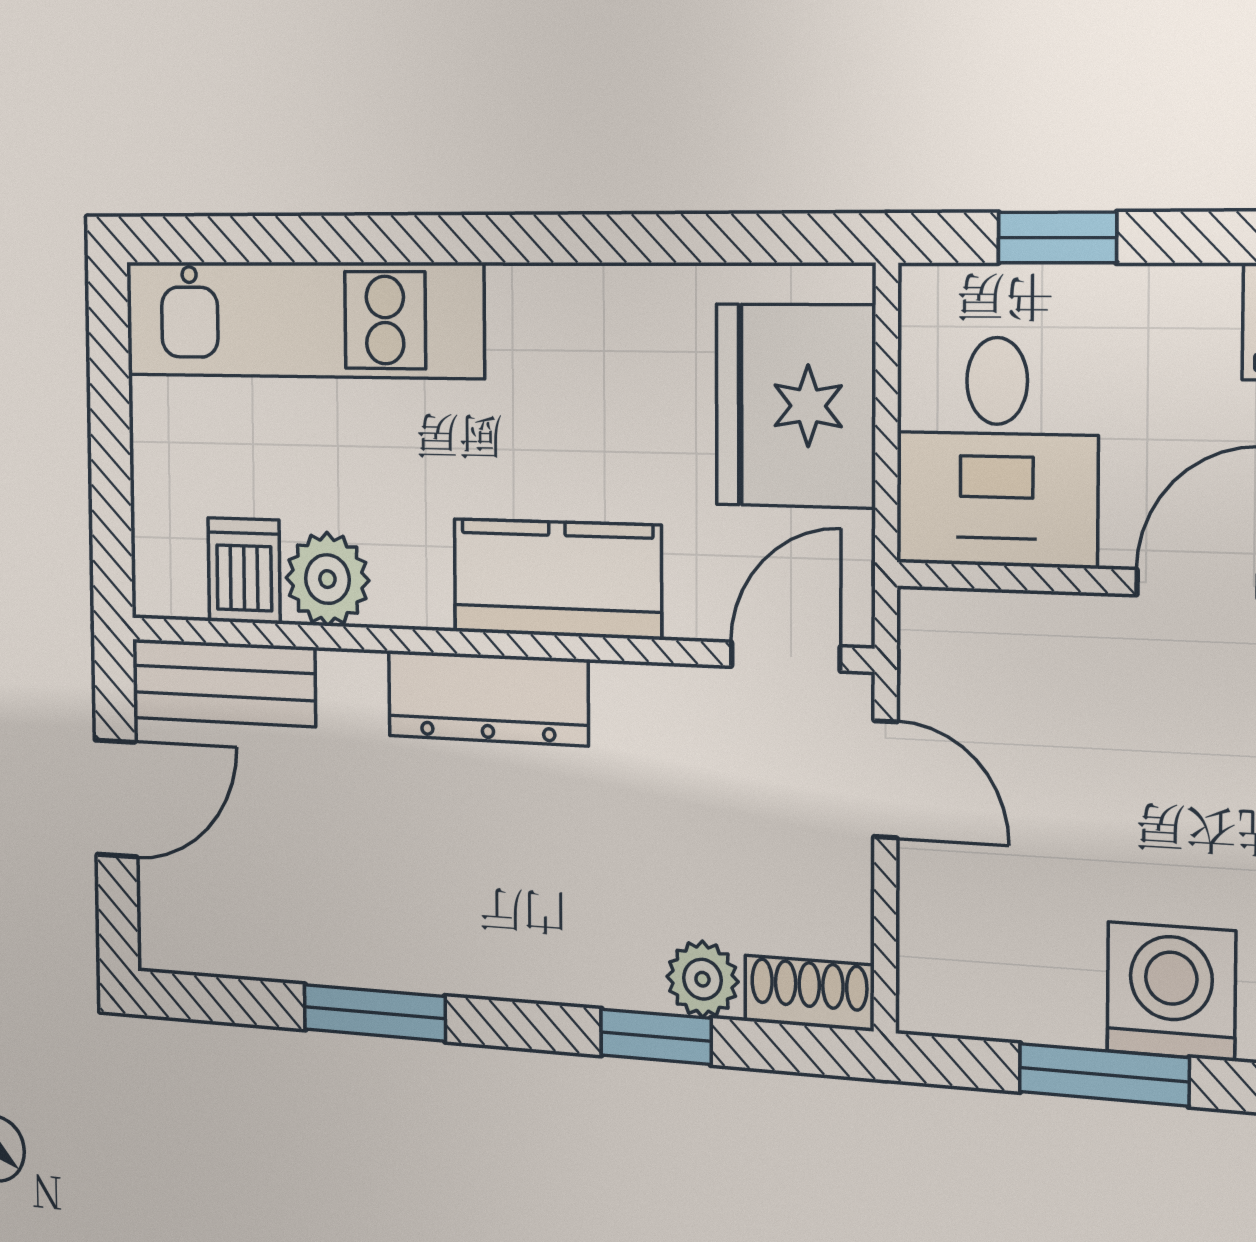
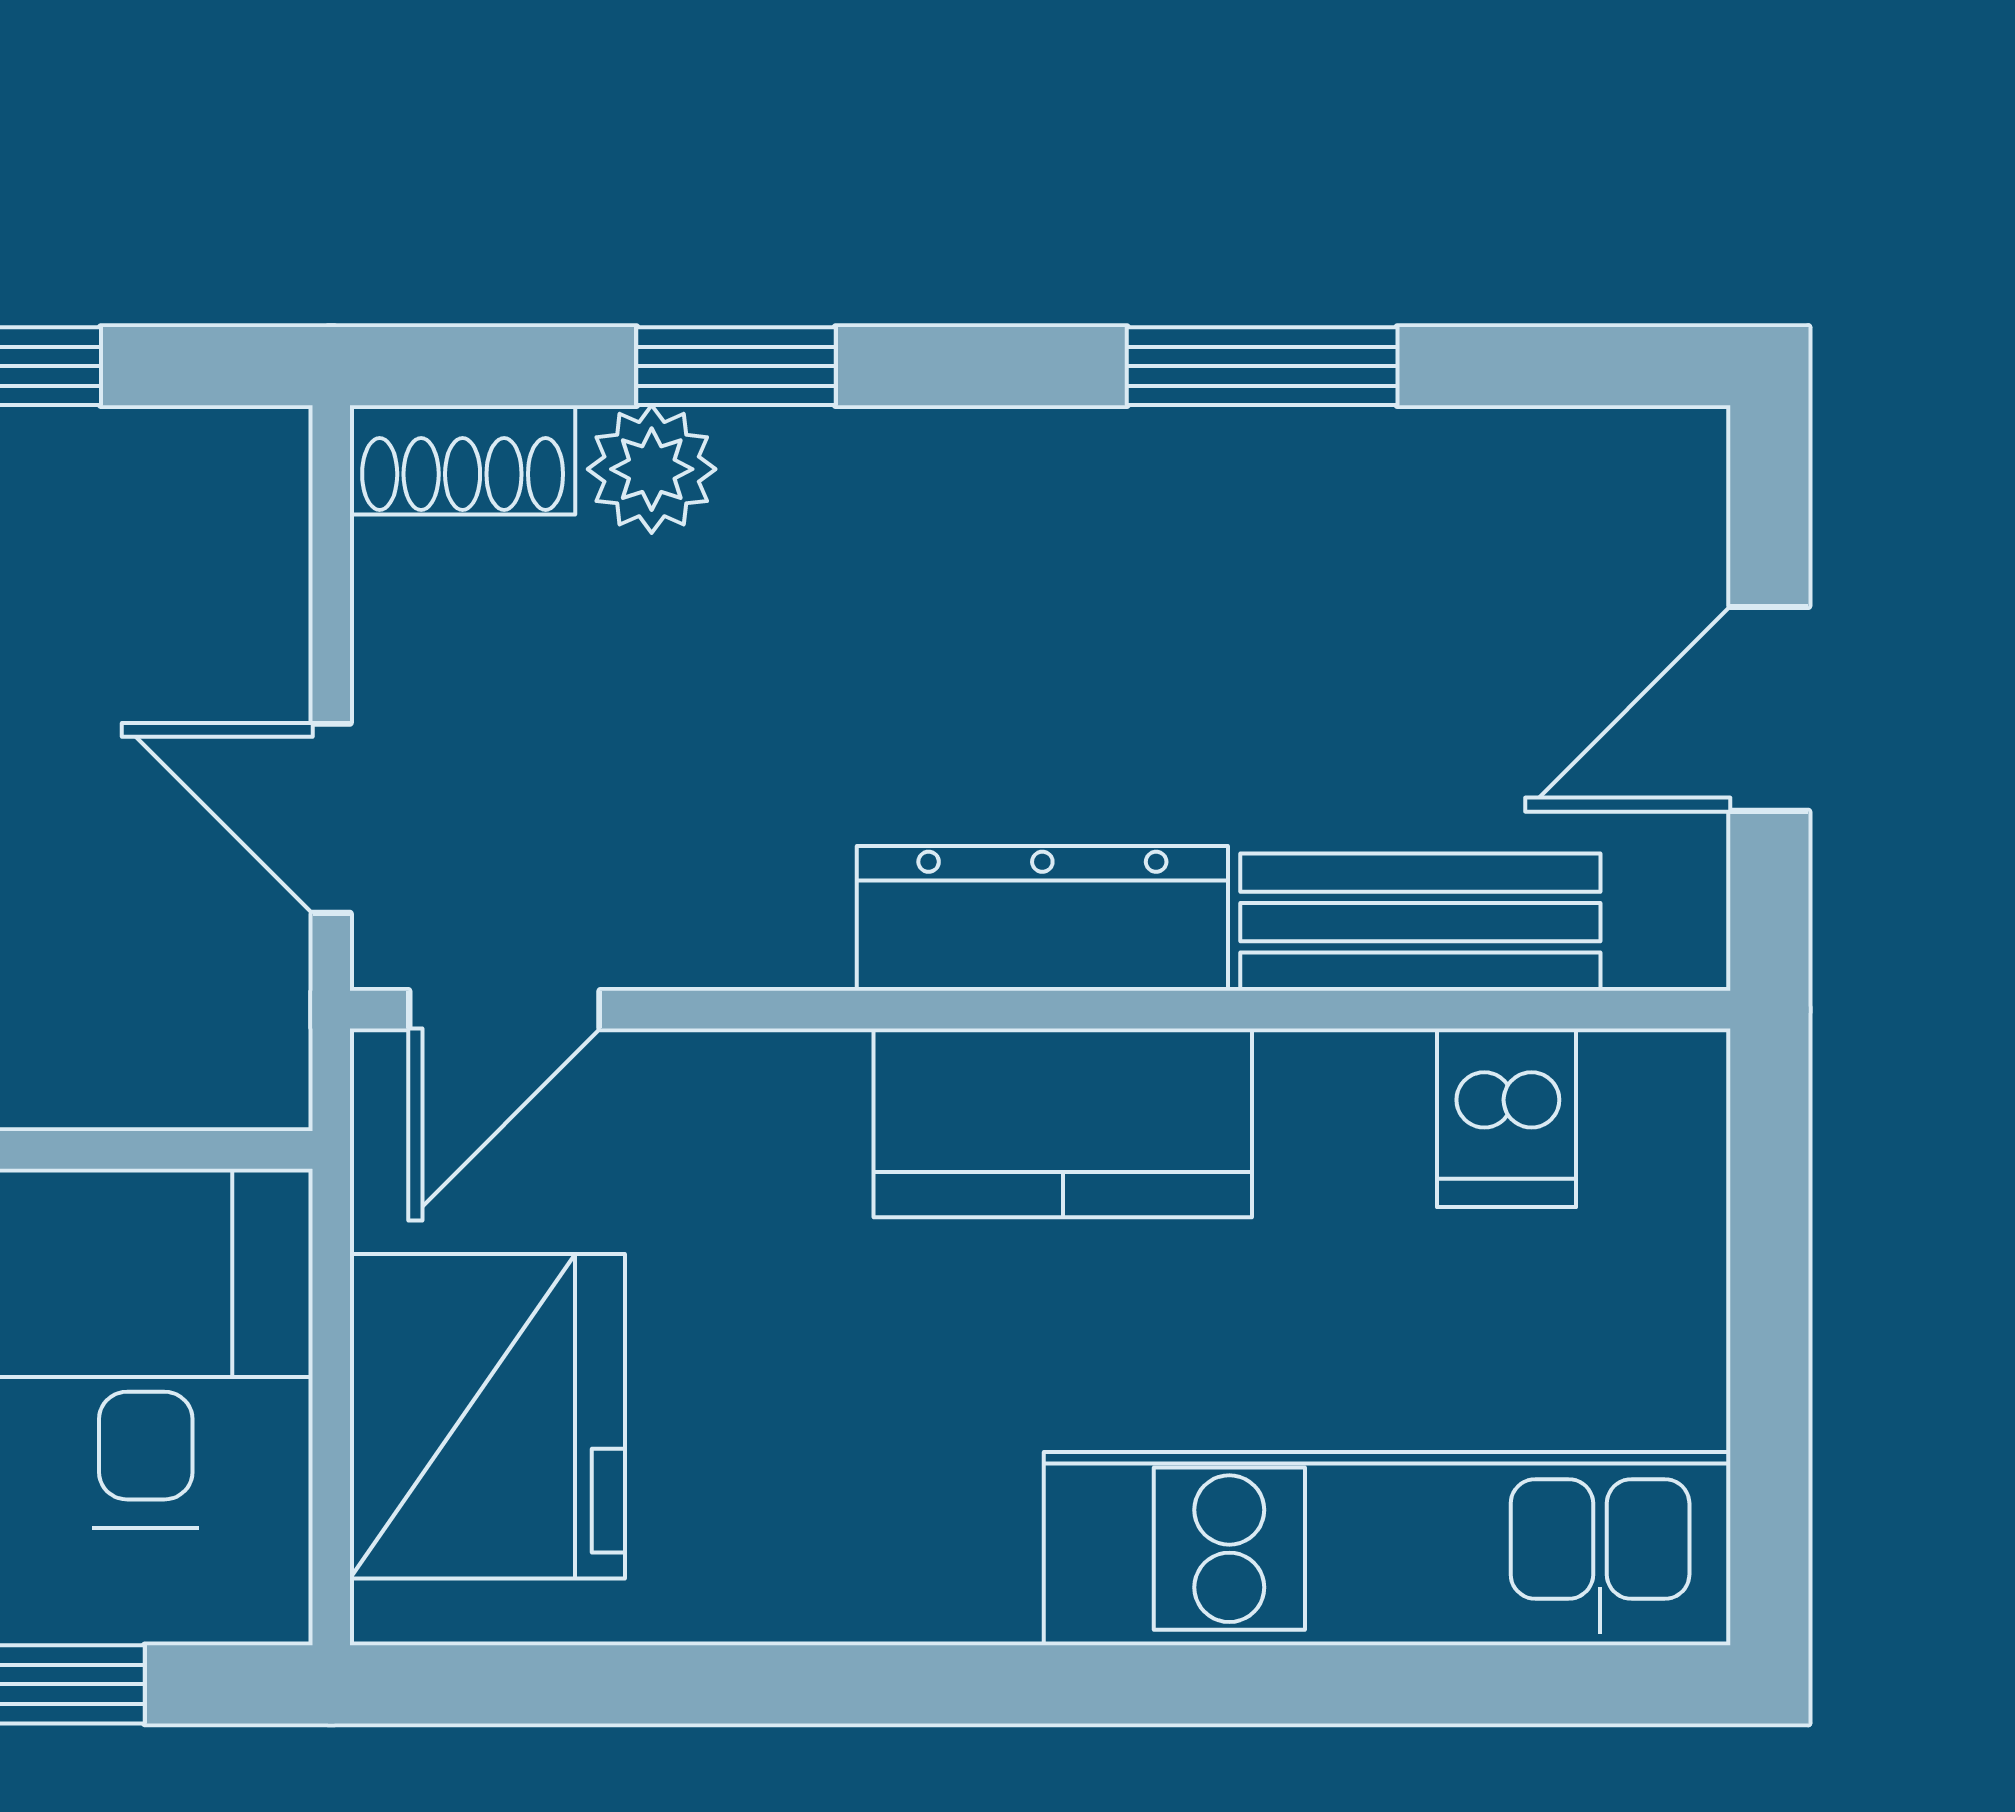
plant: (327, 579) -> (1344, 1109), removed
kitchen counter: (557, 579) -> (1063, 1123), moved
bench: (223, 683) -> (1420, 922), moved

